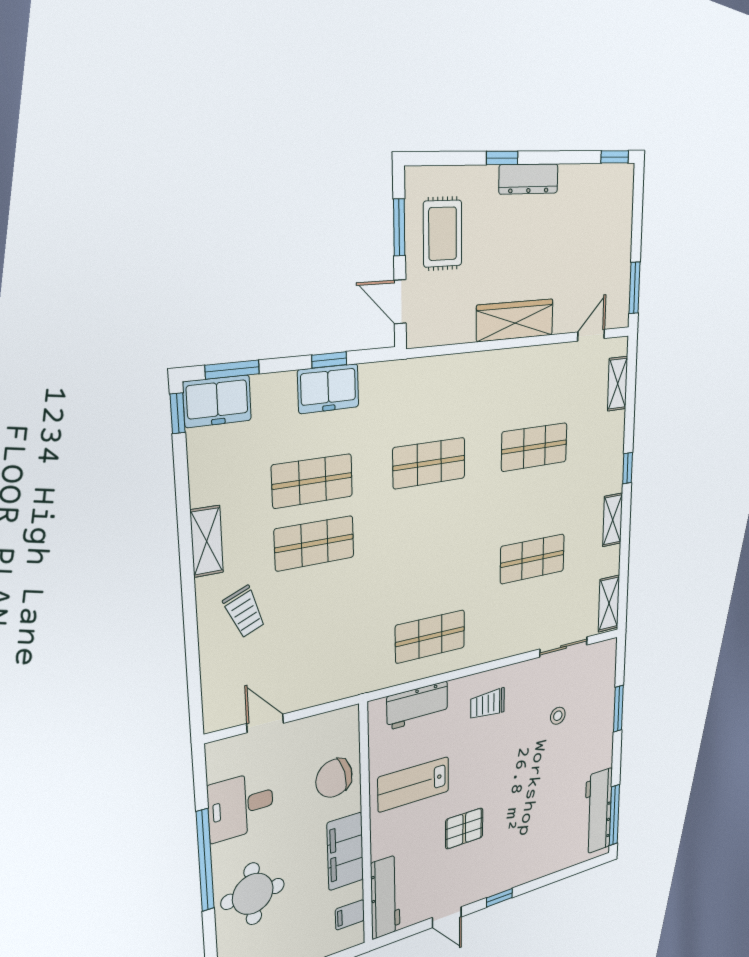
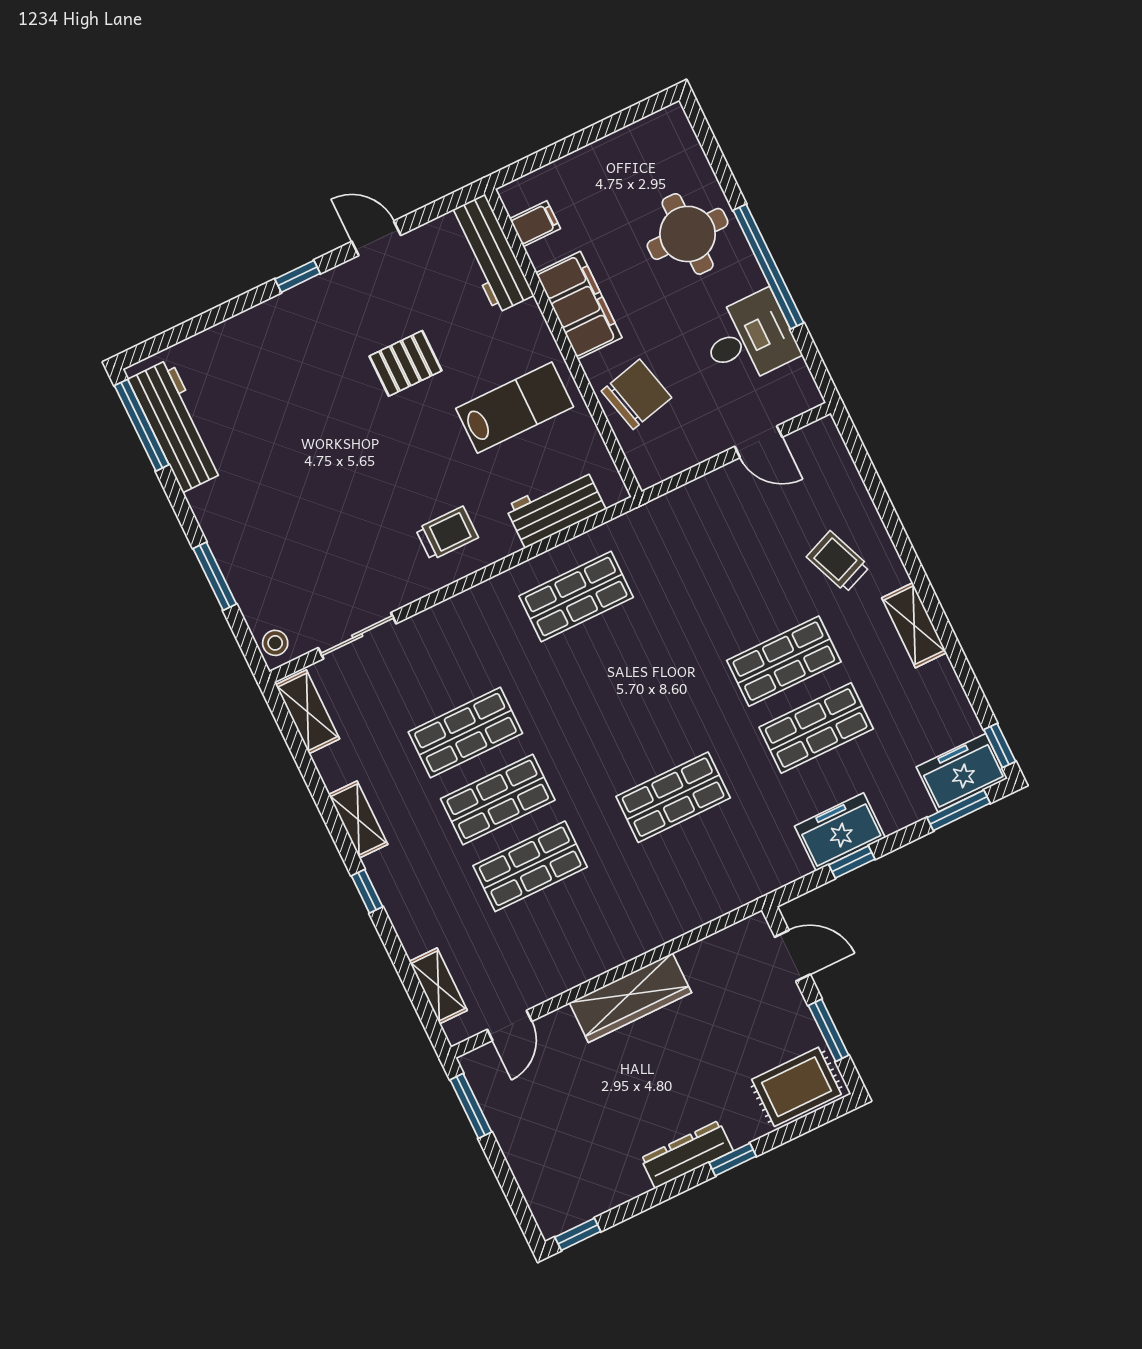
rug: (443, 234) -> (796, 1087), moved, turned 90
shop shelf: (533, 504) -> (498, 799), added
stool: (558, 716) -> (275, 643), moved

